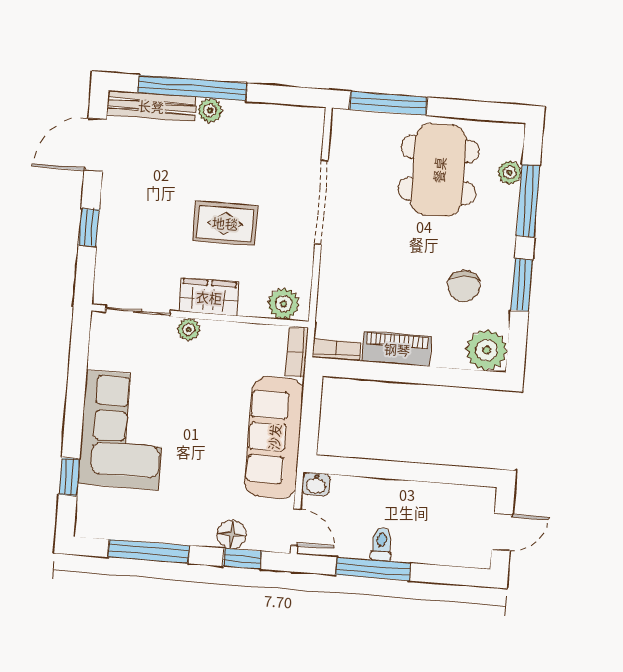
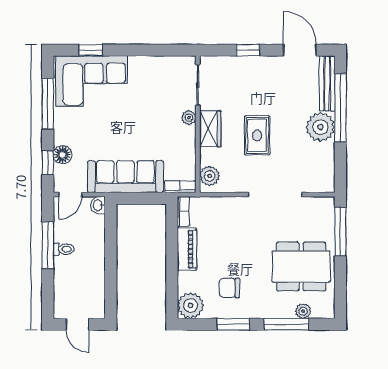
plant: (210, 110) -> (320, 127), width x1.87, depth x1.87
corner sofa: (122, 430) -> (92, 81), moved

